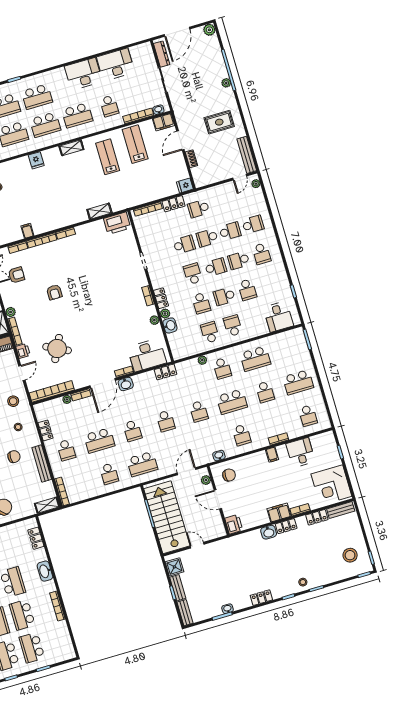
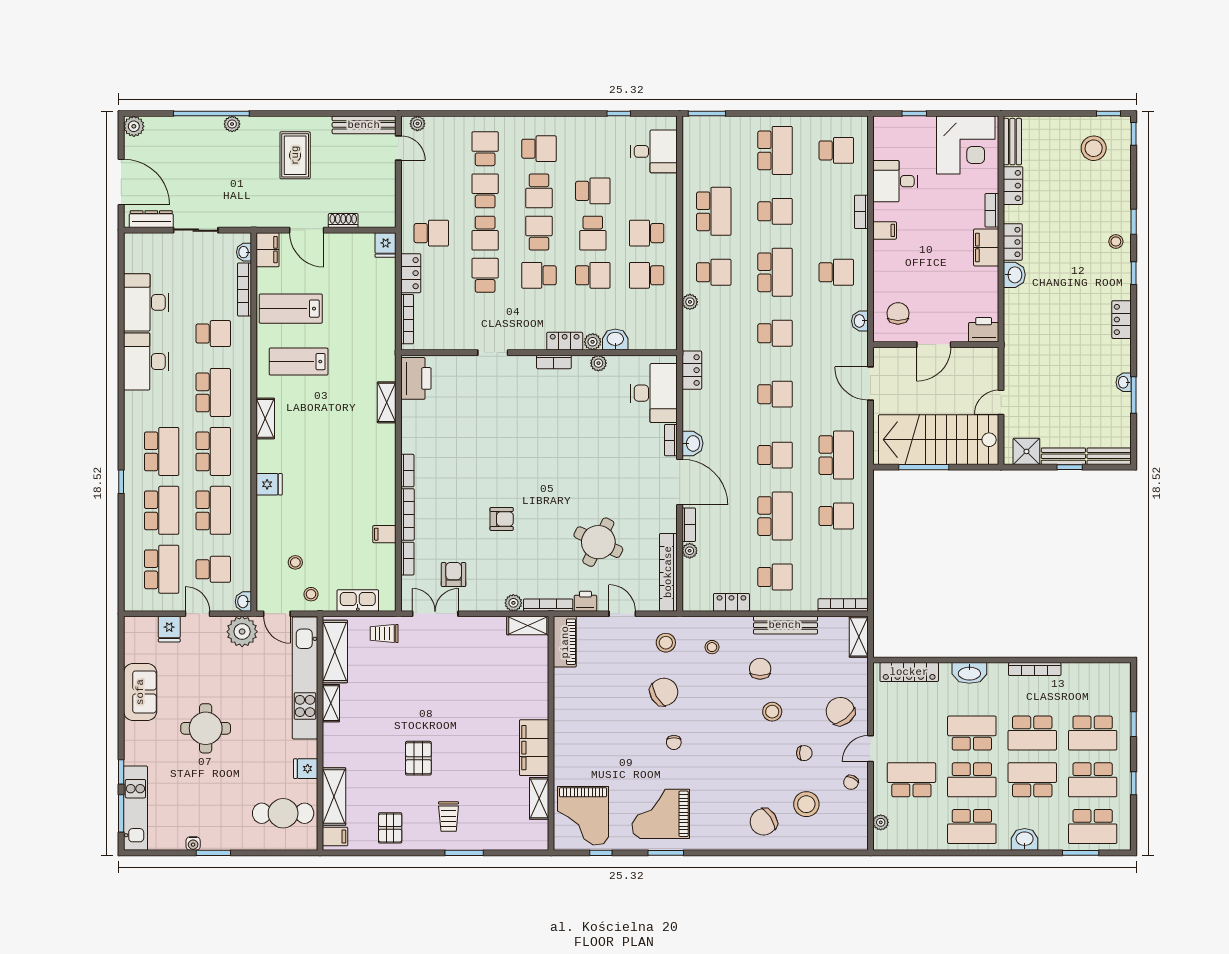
school desk: (199, 209) -> (431, 233), turned -90
plant: (206, 480) -> (895, 355), removed
locker: (36, 538) -> (909, 672), width x1.53

